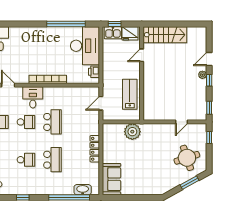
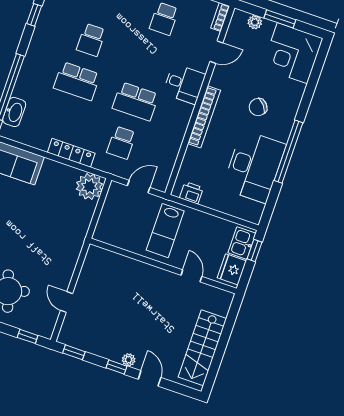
window: (66, 24) -> (289, 152), moved
stairs: (165, 35) -> (202, 348), moved
desk: (85, 46) -> (254, 166), moved, turned -90
chair: (31, 50) -> (258, 107), added
lab bench: (130, 94) -> (165, 231), moved, turned 90
door: (101, 103) -> (139, 187), hinge flipped
school desk: (26, 122) -> (121, 143), moved
plant: (132, 132) -> (89, 187), moved

